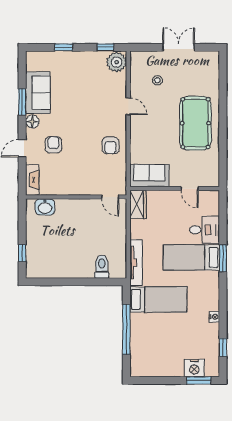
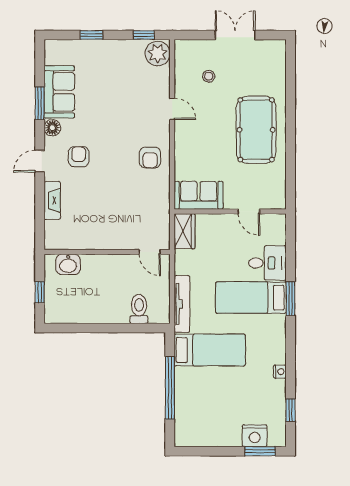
wall: (76, 197) -> (107, 252), moved
door: (110, 197) -> (150, 252), moved
washbasin: (45, 207) -> (68, 264), moved

